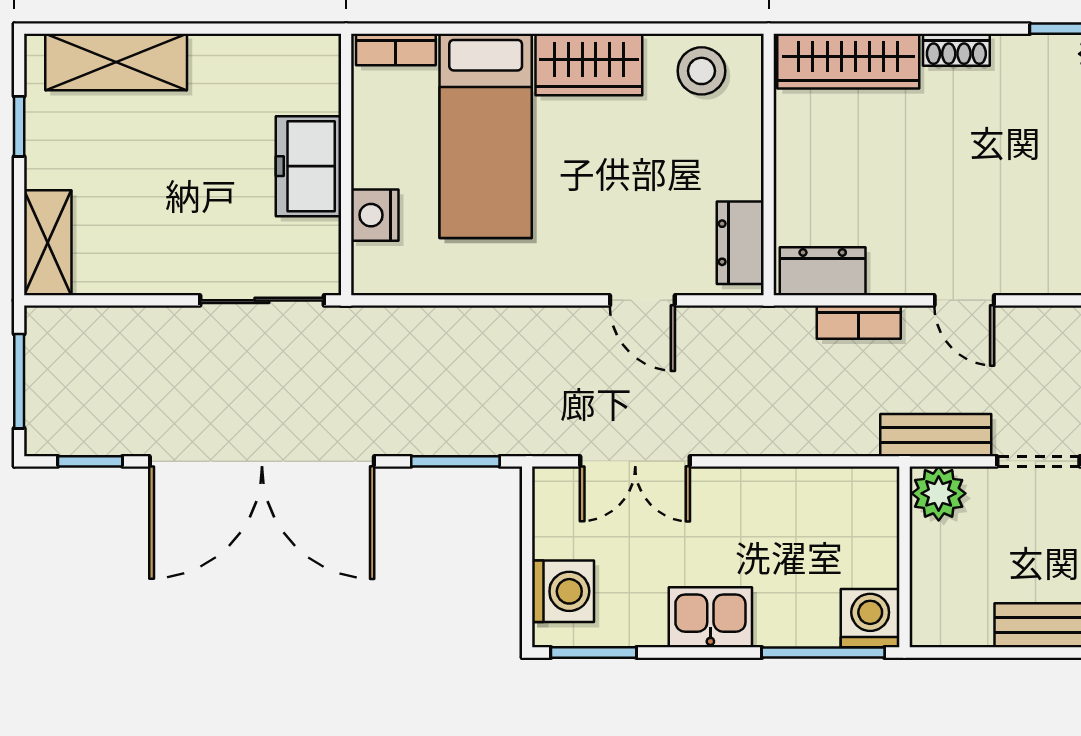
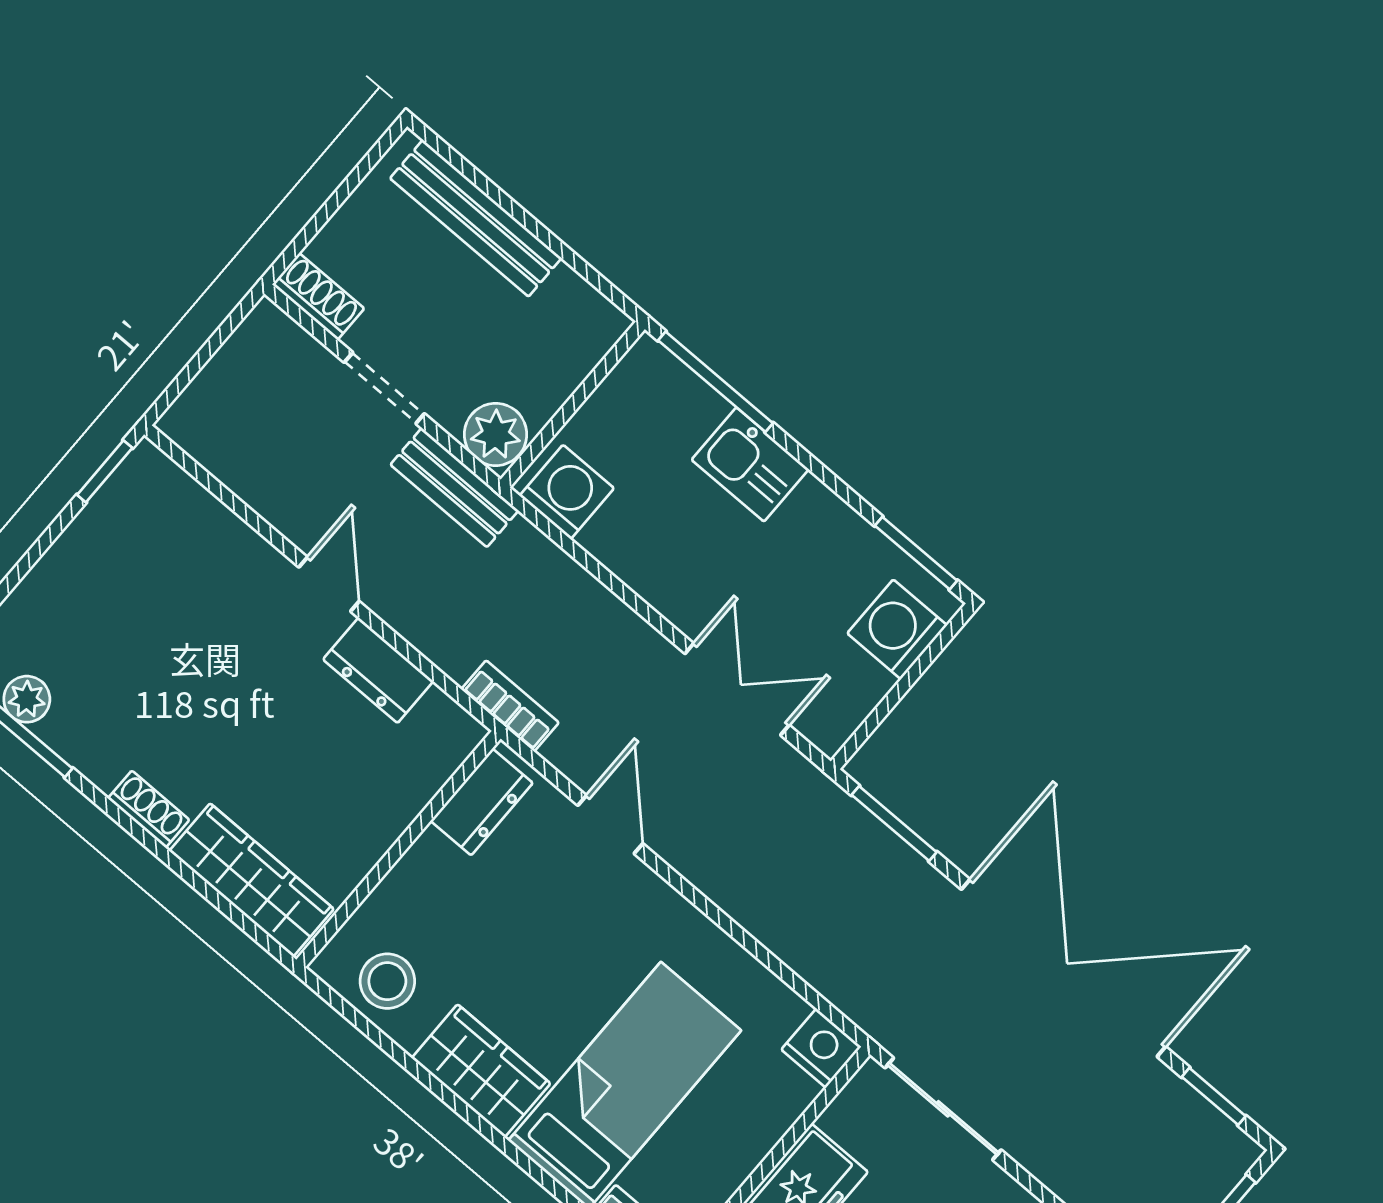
nightstand: (375, 215) -> (821, 1048), moved, turned -90
dresser: (823, 271) -> (378, 670), moved
bookcase: (859, 322) -> (510, 706), moved
kitchen sink: (710, 617) -> (750, 464), moved
washing machine: (870, 618) -> (567, 492), moved, turned 180

